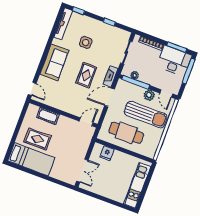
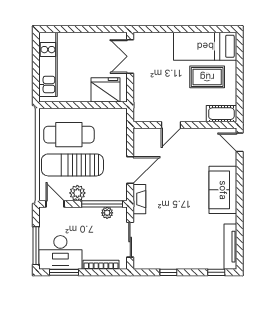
side table: (86, 42) -> (190, 233), removed
rug: (86, 75) -> (173, 188), removed
cot: (48, 116) -> (221, 114), moved
door: (86, 122) -> (171, 125), moved
cafe table: (126, 133) -> (69, 135), moved
fridge: (107, 153) -> (106, 90), width x1.88, depth x1.34

